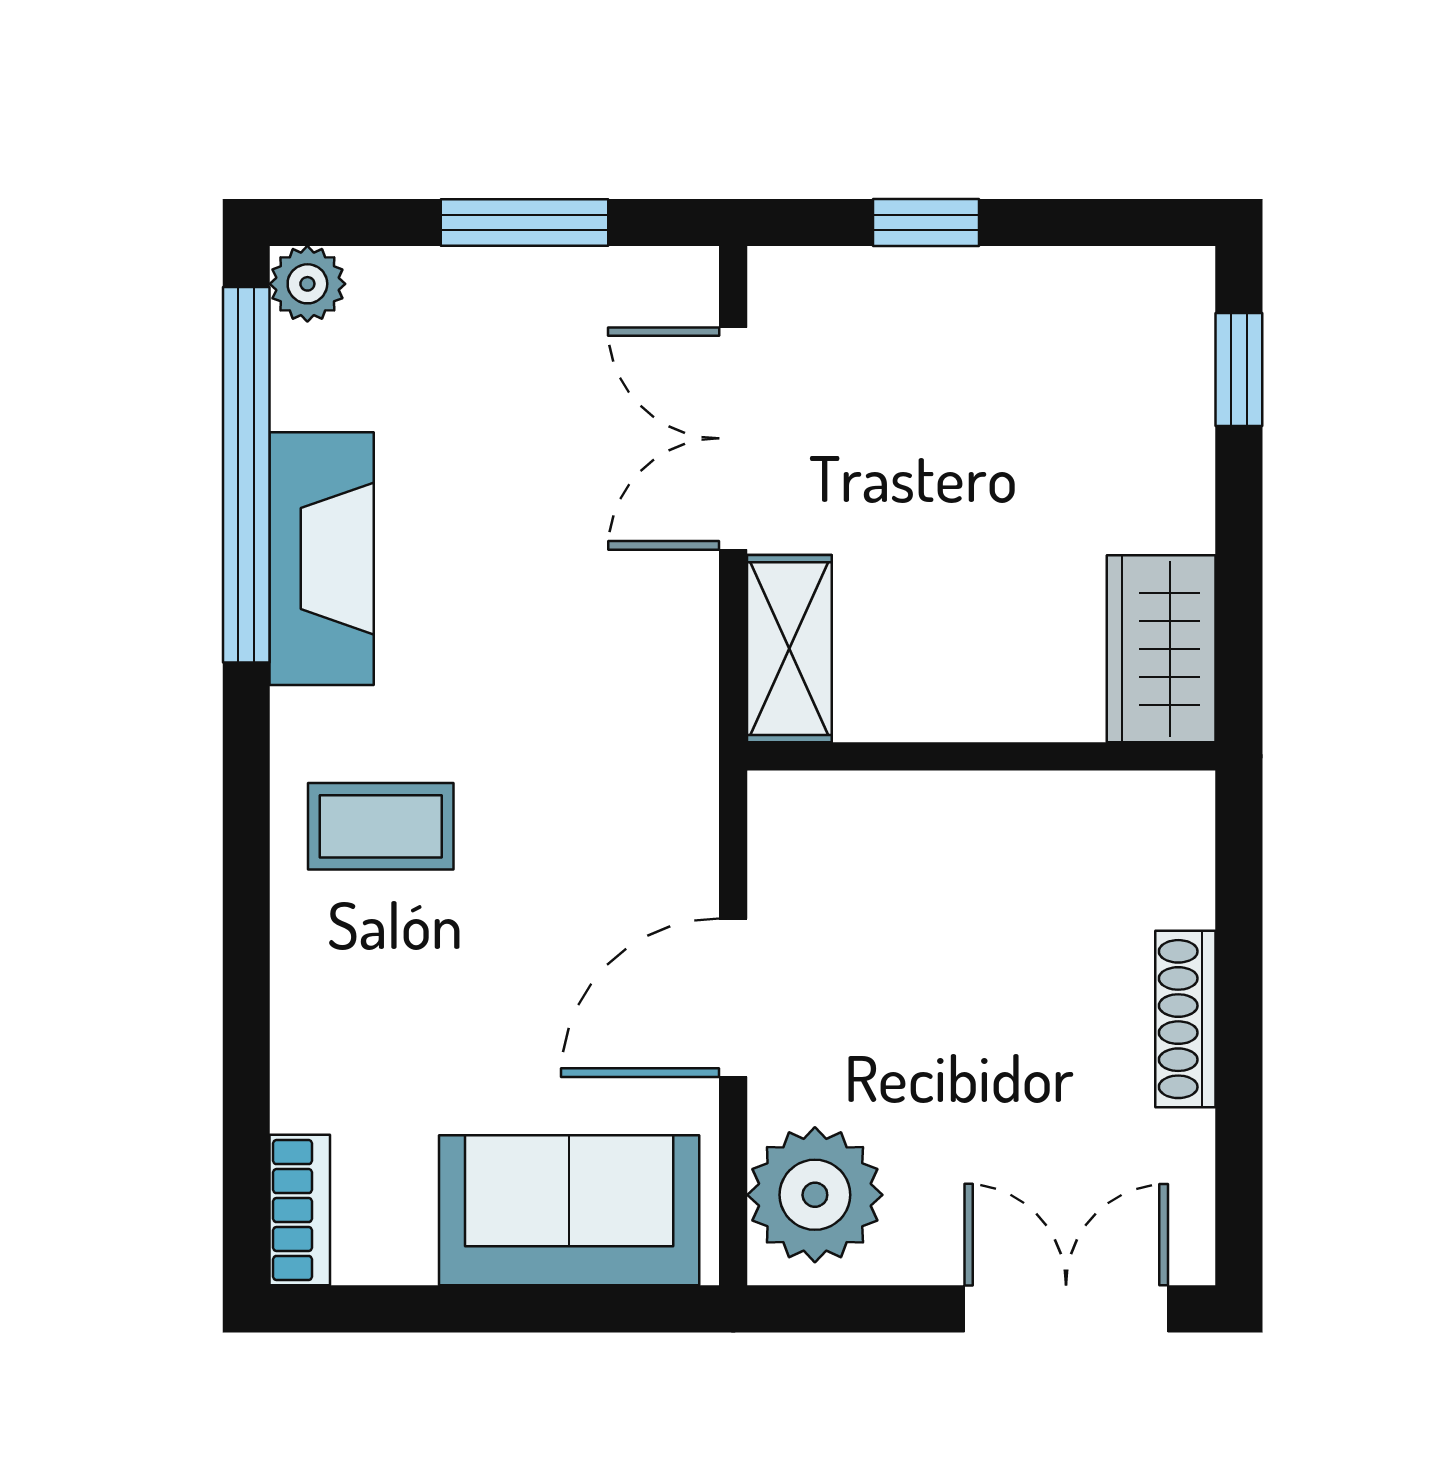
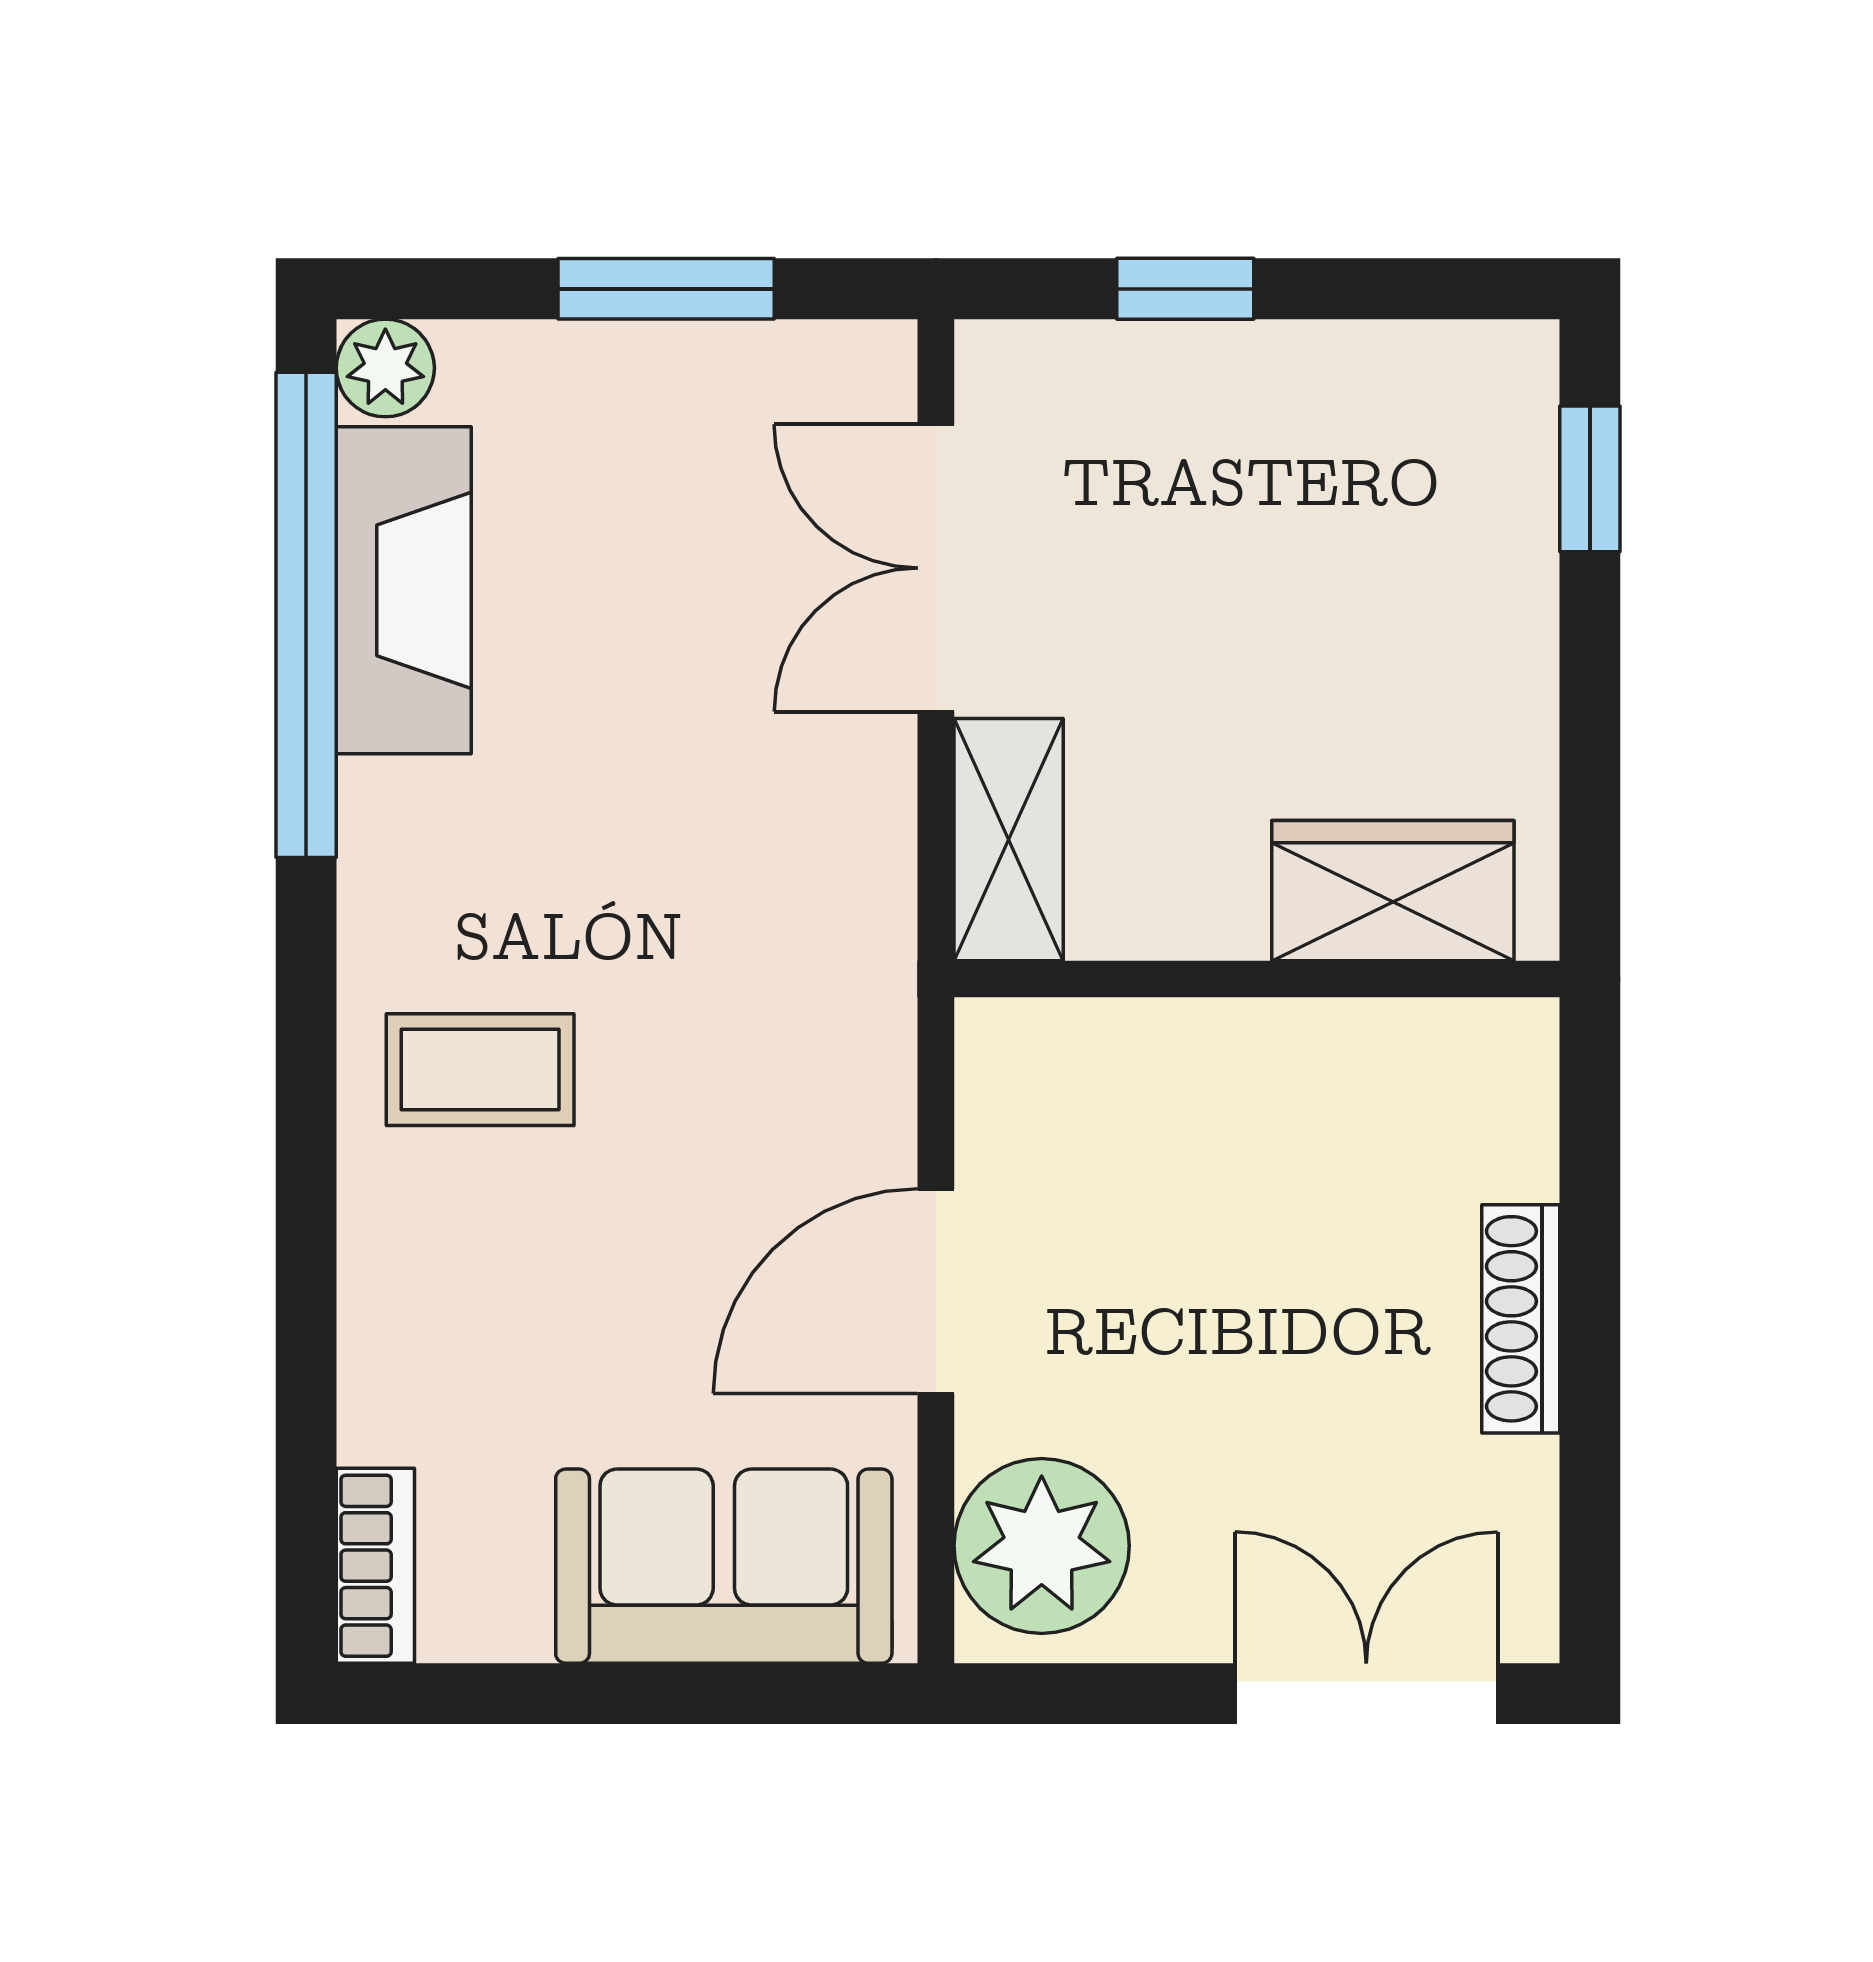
fireplace: (322, 559) -> (404, 590), moved
wardrobe: (1161, 649) -> (1393, 891), moved, turned 90

